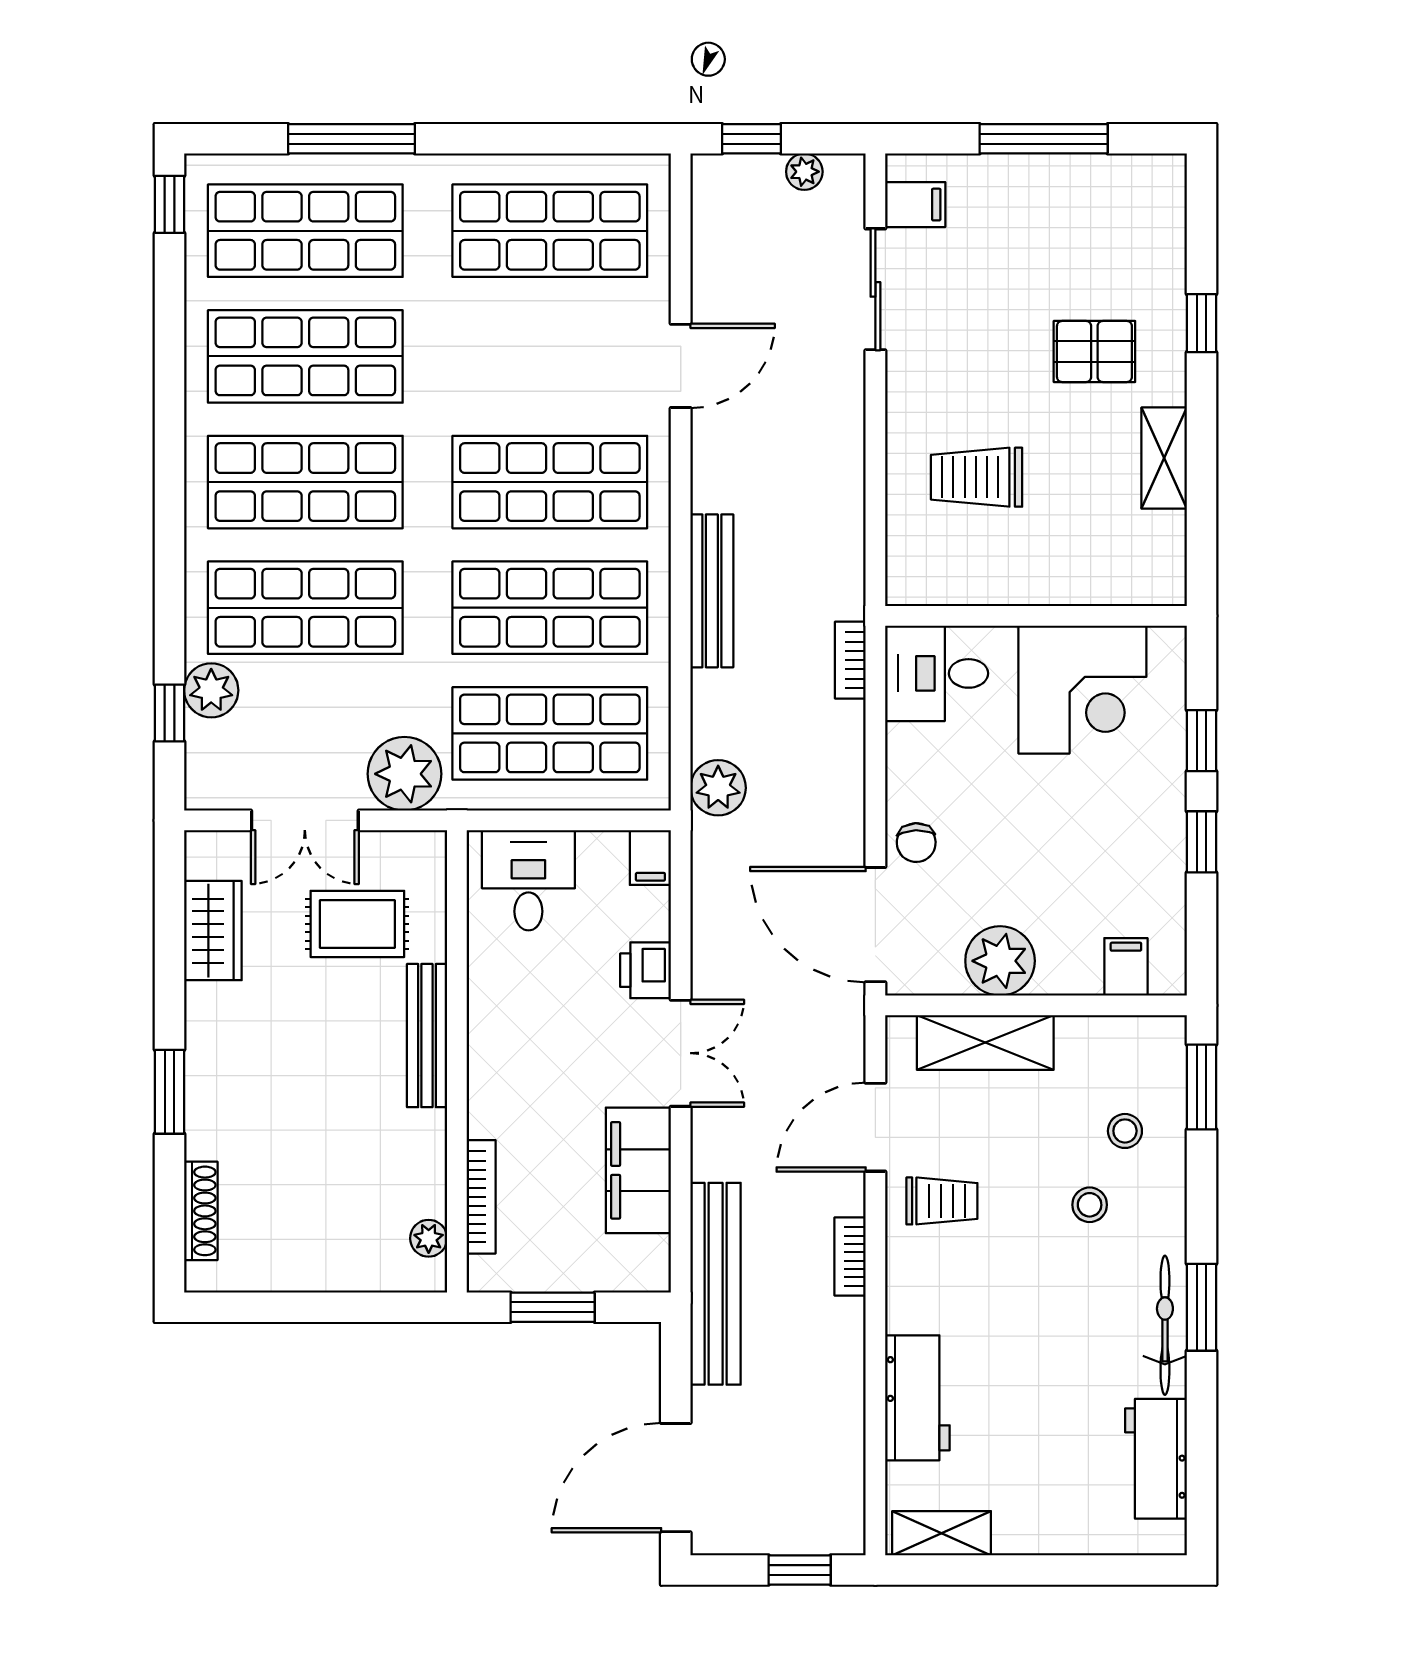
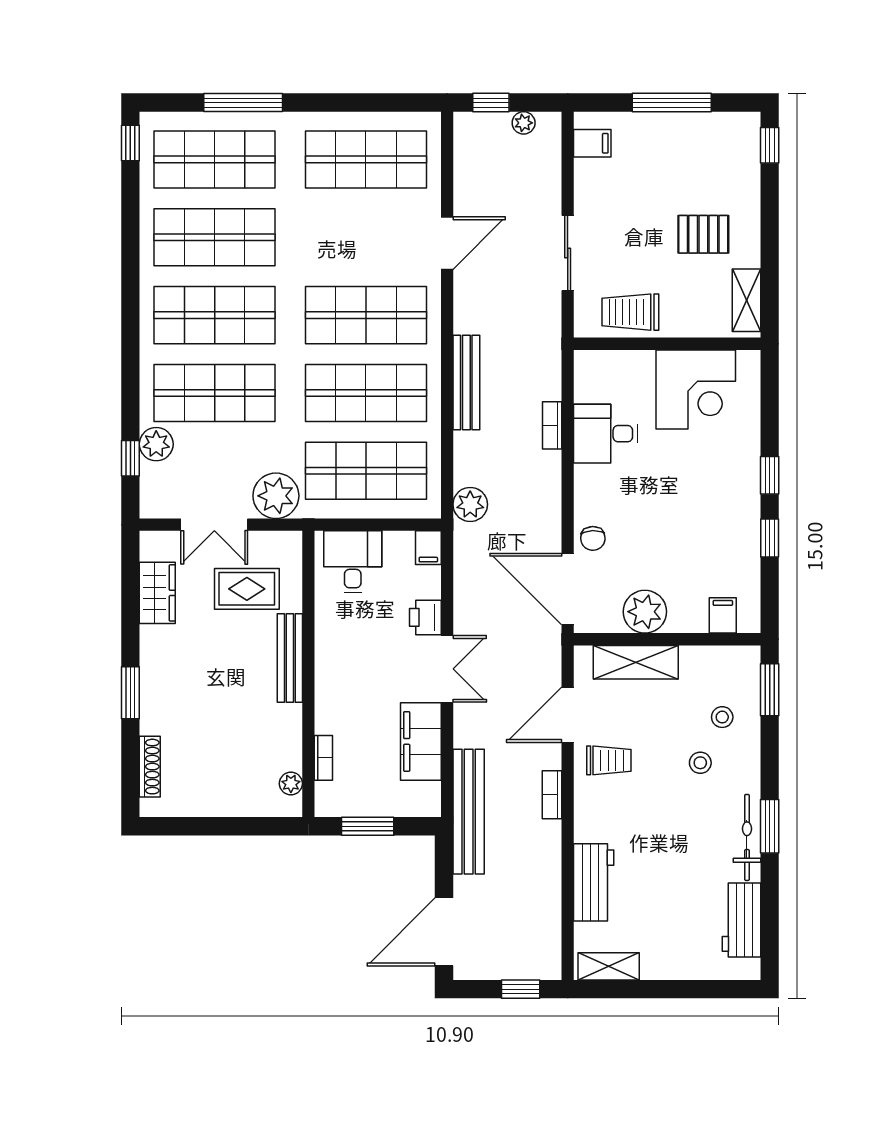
sliding door: (875, 289) -> (568, 253), moved
window: (1202, 323) -> (770, 145), moved
wall: (1036, 616) -> (667, 344), moved
corner desk: (1082, 690) -> (696, 389), moved
bookcase: (481, 1197) -> (323, 758), width x0.64

